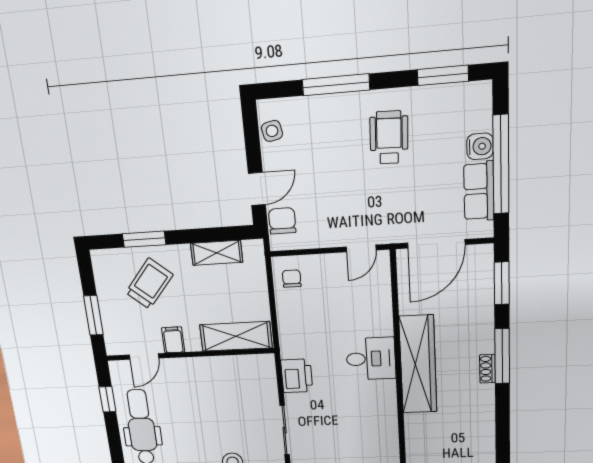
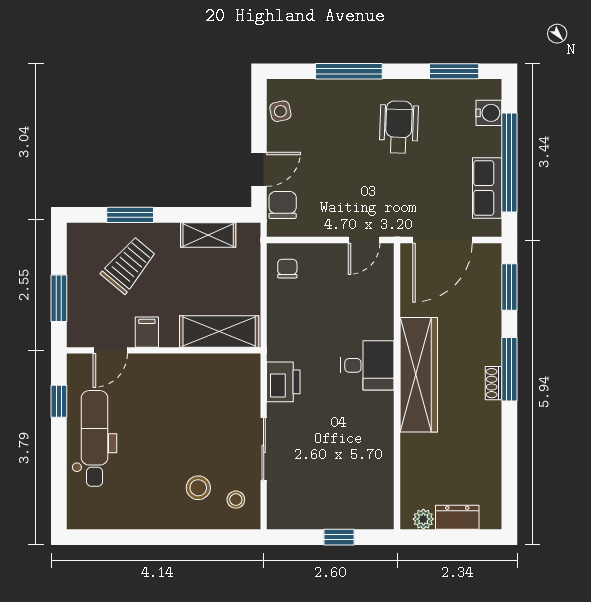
water cooler: (480, 146) -> (489, 113), moved

